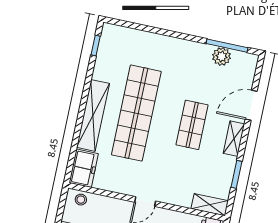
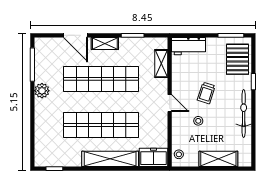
plant: (222, 56) -> (42, 91), moved
shop shelf: (192, 125) -> (101, 79), width x2.00, depth x1.36
shelving: (210, 205) -> (161, 64), moved

